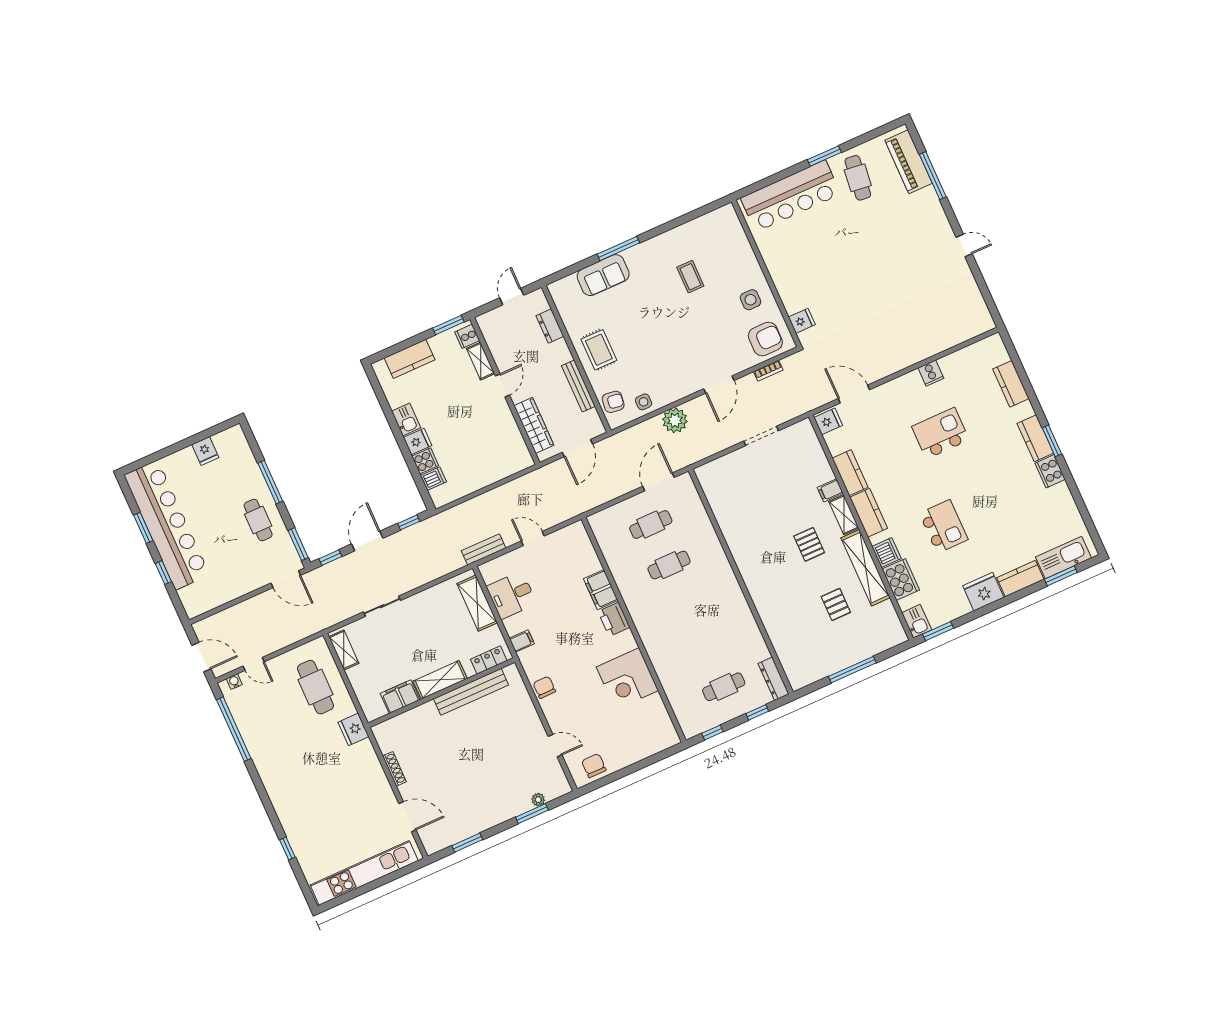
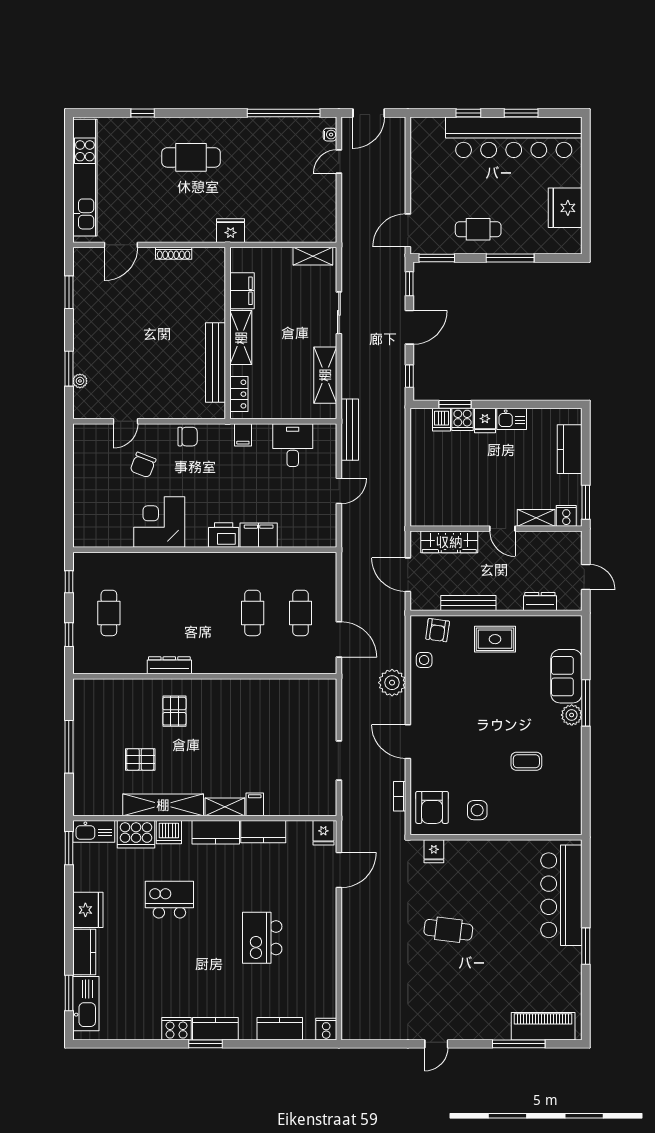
cafe table: (858, 178) -> (448, 930), moved
plant: (634, 256) -> (572, 715), added
cooker: (931, 373) -> (326, 1029), moved, turned 90
kitchen island: (940, 433) -> (262, 938), turned 180
fridge: (205, 451) -> (565, 208), width x1.88, depth x1.34
window: (415, 473) -> (455, 404), added
kitchen island: (944, 526) -> (169, 900), turned 180
door: (367, 541) -> (409, 327), hinge flipped
pallet: (809, 544) -> (174, 711), moved, turned 90
bench: (484, 549) -> (350, 430), width x1.36
shelving: (477, 603) -> (325, 375), moved, turned 90
kitchen sink: (917, 621) -> (94, 831), width x1.38
dresser: (773, 679) -> (169, 665), moved
cafe table: (315, 687) -> (191, 157), moved
chair: (594, 766) -> (143, 465), moved, turned 111

